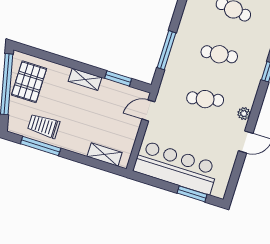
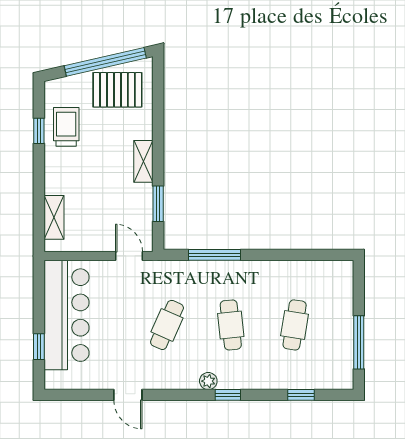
cafe table: (205, 99) -> (167, 325), turned 36
plant: (244, 114) -> (208, 381), moved
window: (41, 146) -> (39, 131), width x0.46
window: (192, 194) -> (39, 347), width x0.67

